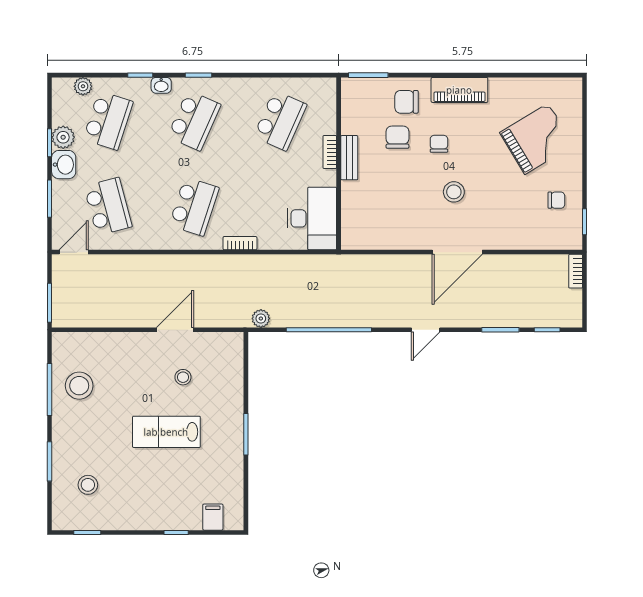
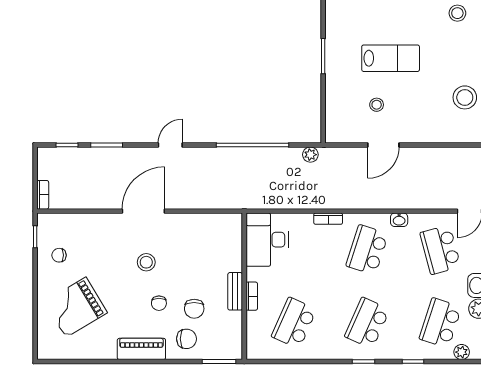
washbasin: (161, 85) -> (399, 220), moved, turned 180

